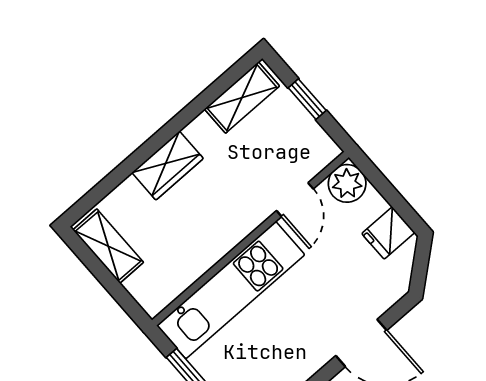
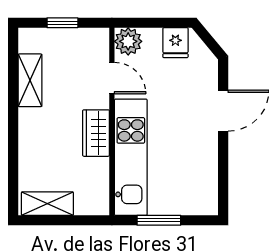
shelving: (242, 98) -> (30, 80), moved
wardrobe: (168, 166) -> (96, 133), moved, turned 180

